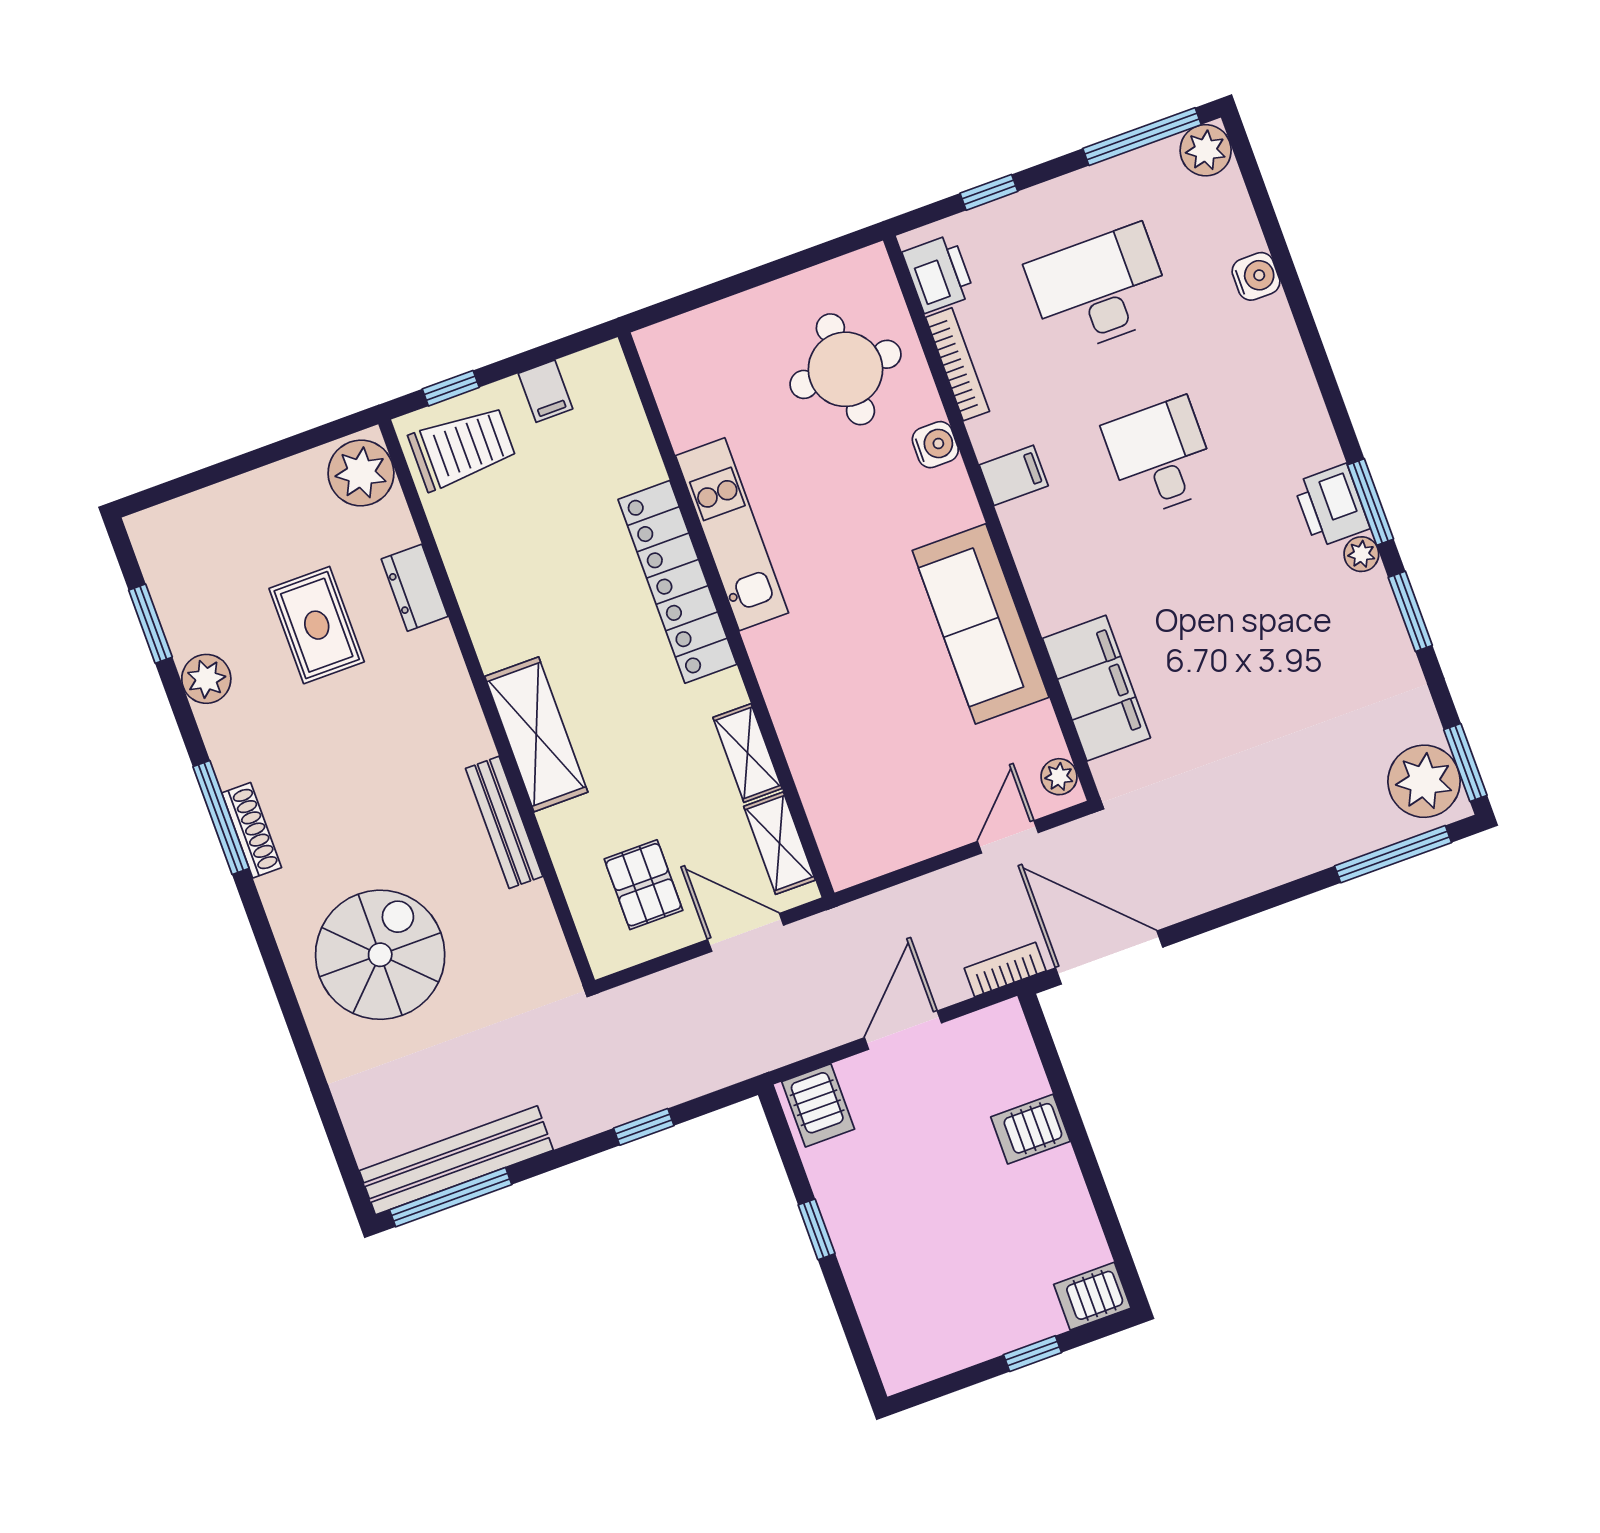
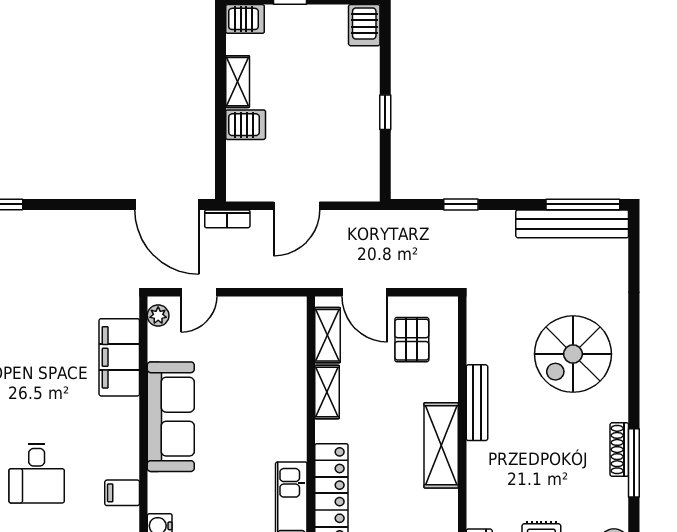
server rack: (818, 1105) -> (364, 25), moved, turned 180
shelving: (1068, 1193) -> (238, 82), added

